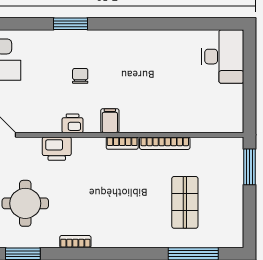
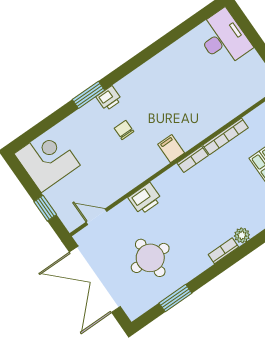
printer: (73, 123) -> (109, 98), moved, turned 180
plant: (119, 239) -> (242, 235), added
bookcase: (75, 242) -> (223, 251), moved

